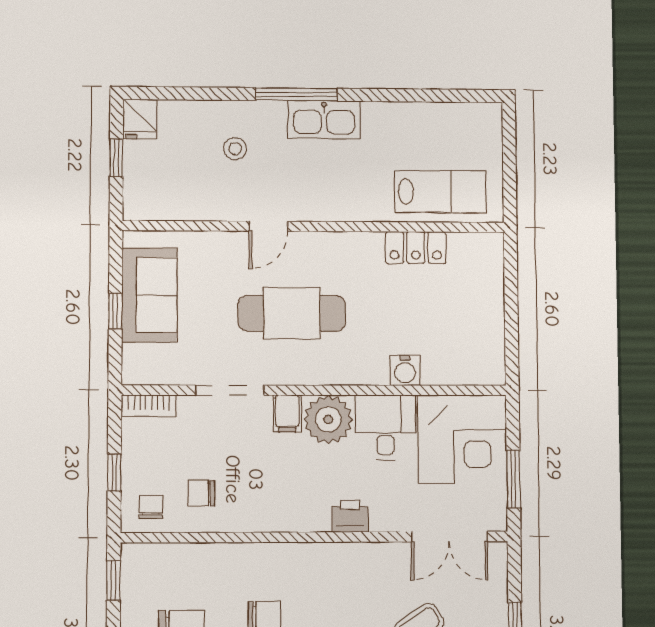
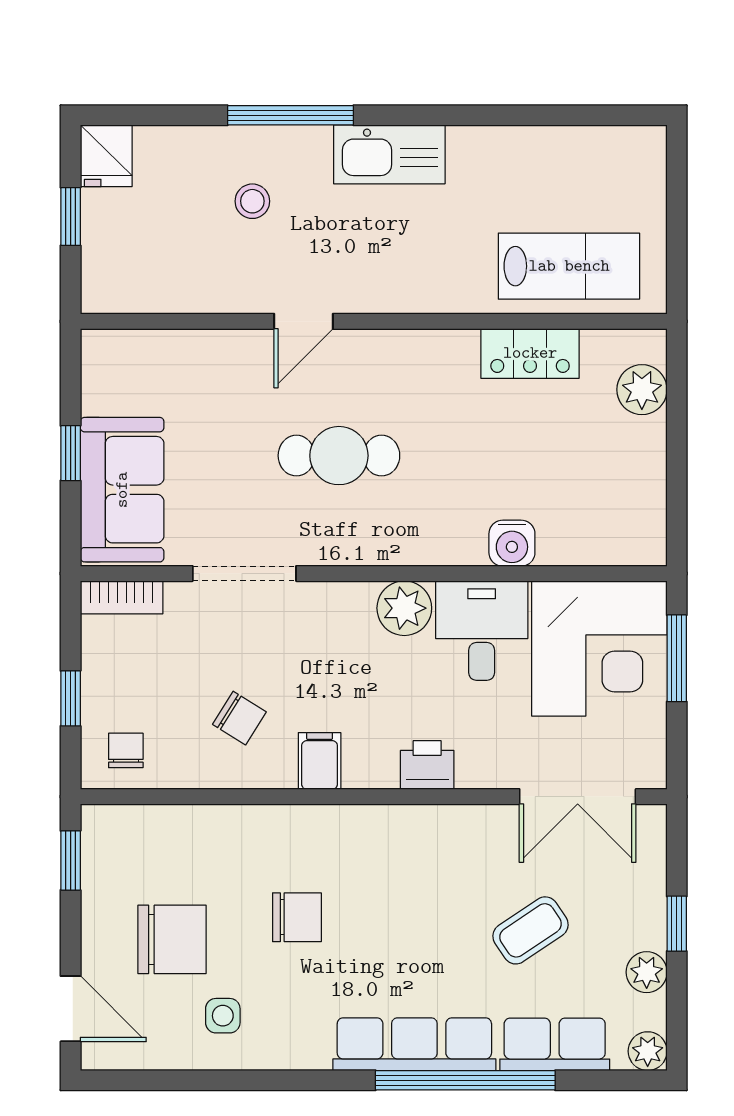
window: (297, 94) -> (291, 115), moved
plant: (488, 271) -> (642, 390), added
sofa: (149, 295) -> (122, 490), moved
cafe table: (292, 313) -> (339, 456), width x0.73, depth x0.74
filing cabinet: (287, 414) -> (320, 761), moved, turned 180
plant: (328, 419) -> (404, 608), width x0.73, depth x0.73
window: (513, 479) -> (677, 658), moved
chair: (201, 493) -> (239, 718), moved, turned -148

